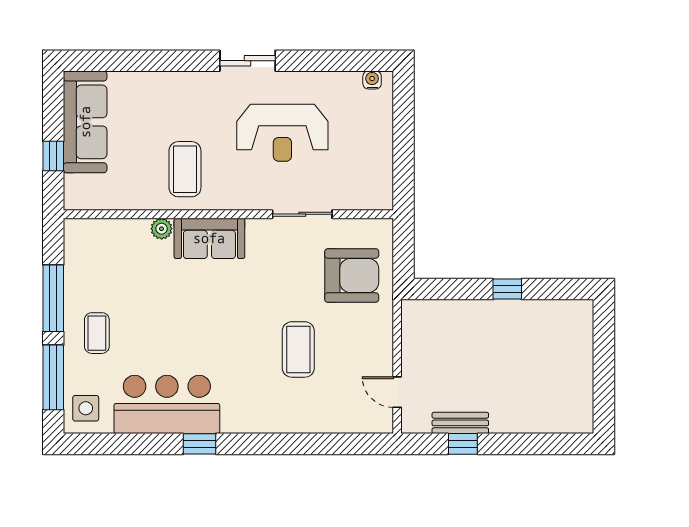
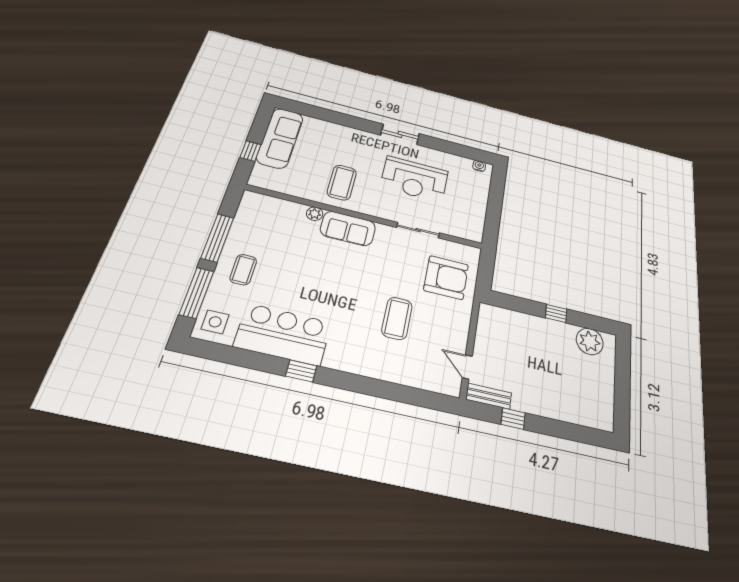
plant: (557, 318) -> (590, 341), added
bench: (460, 423) -> (489, 396), moved

